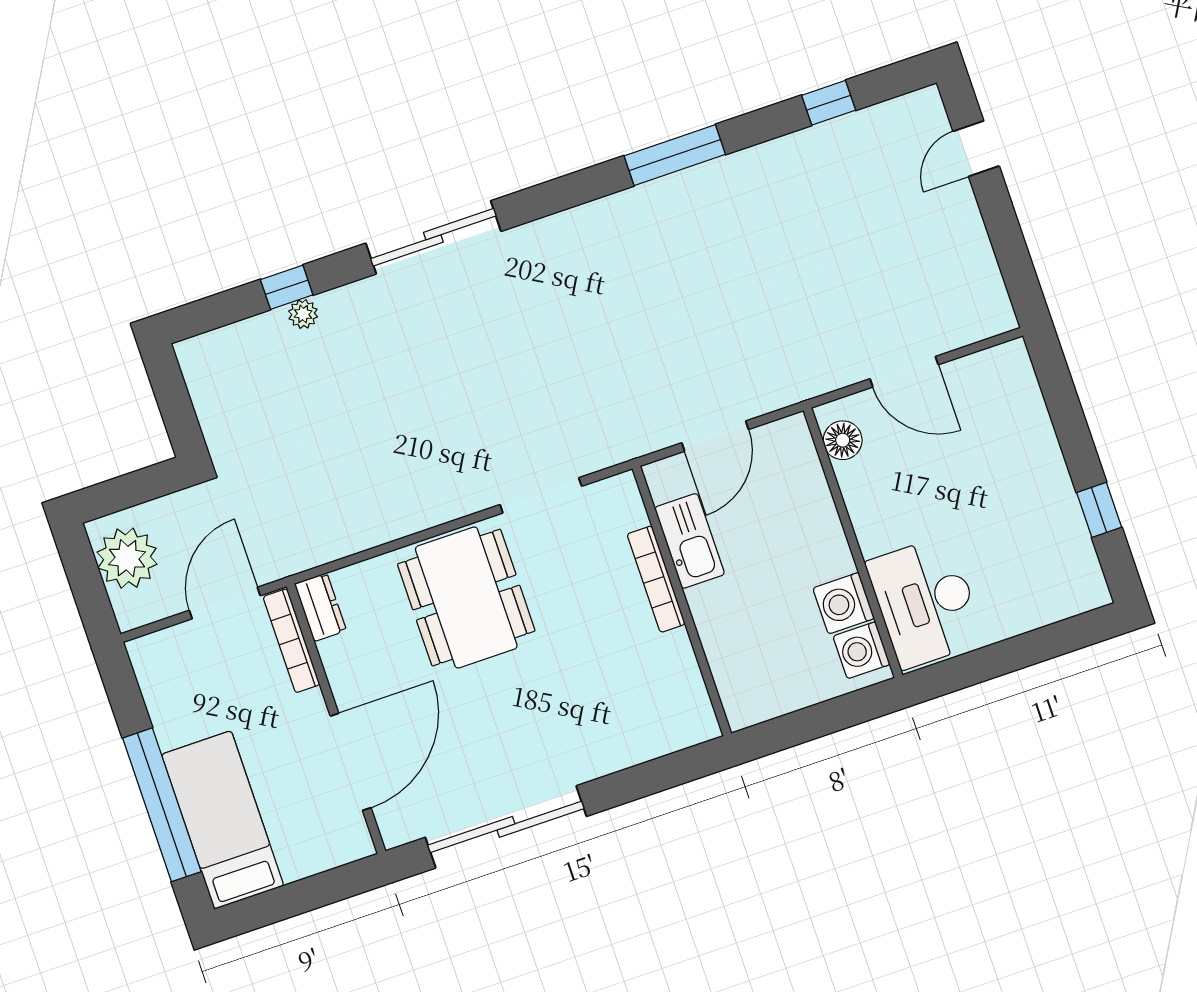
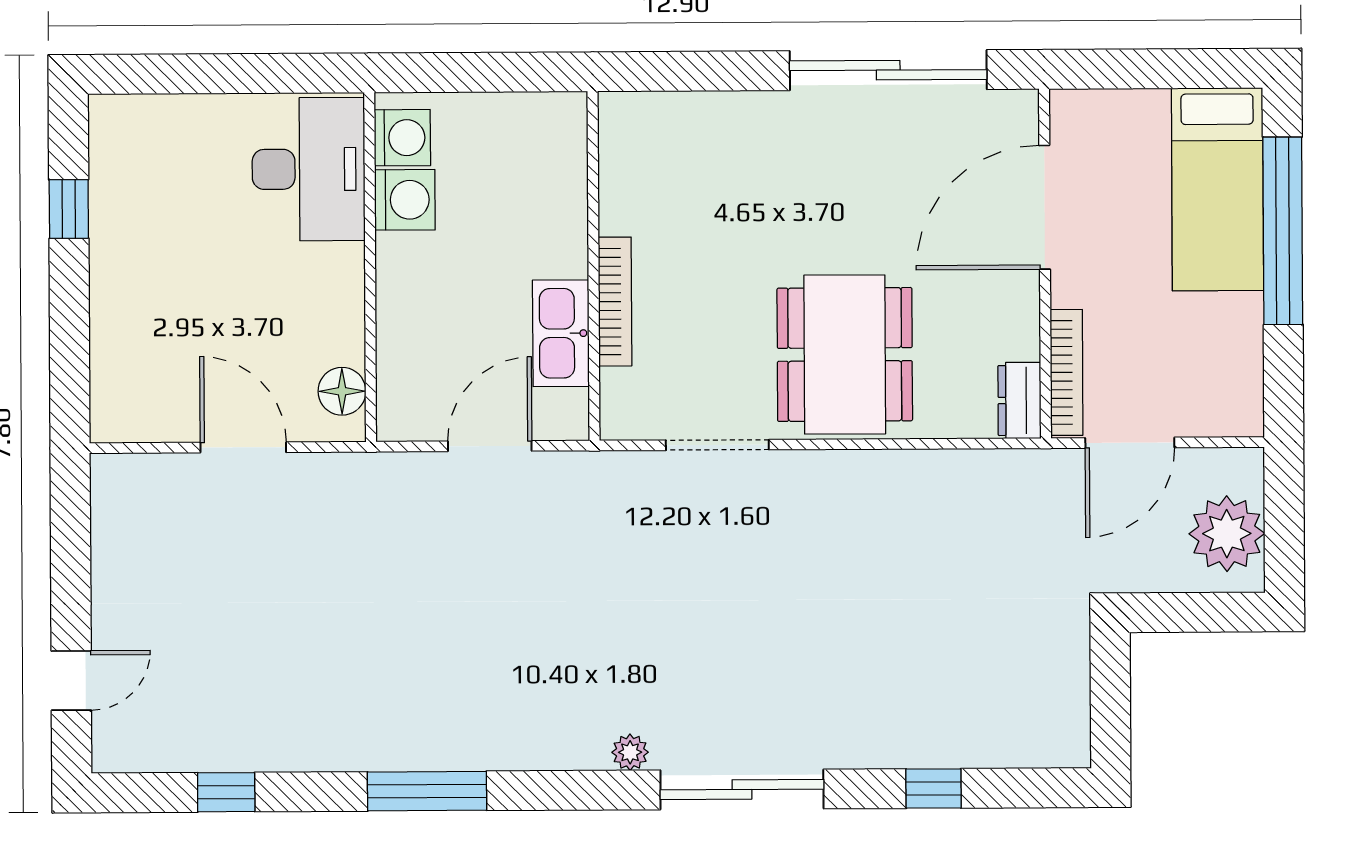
plant: (303, 314) -> (630, 752), moved

